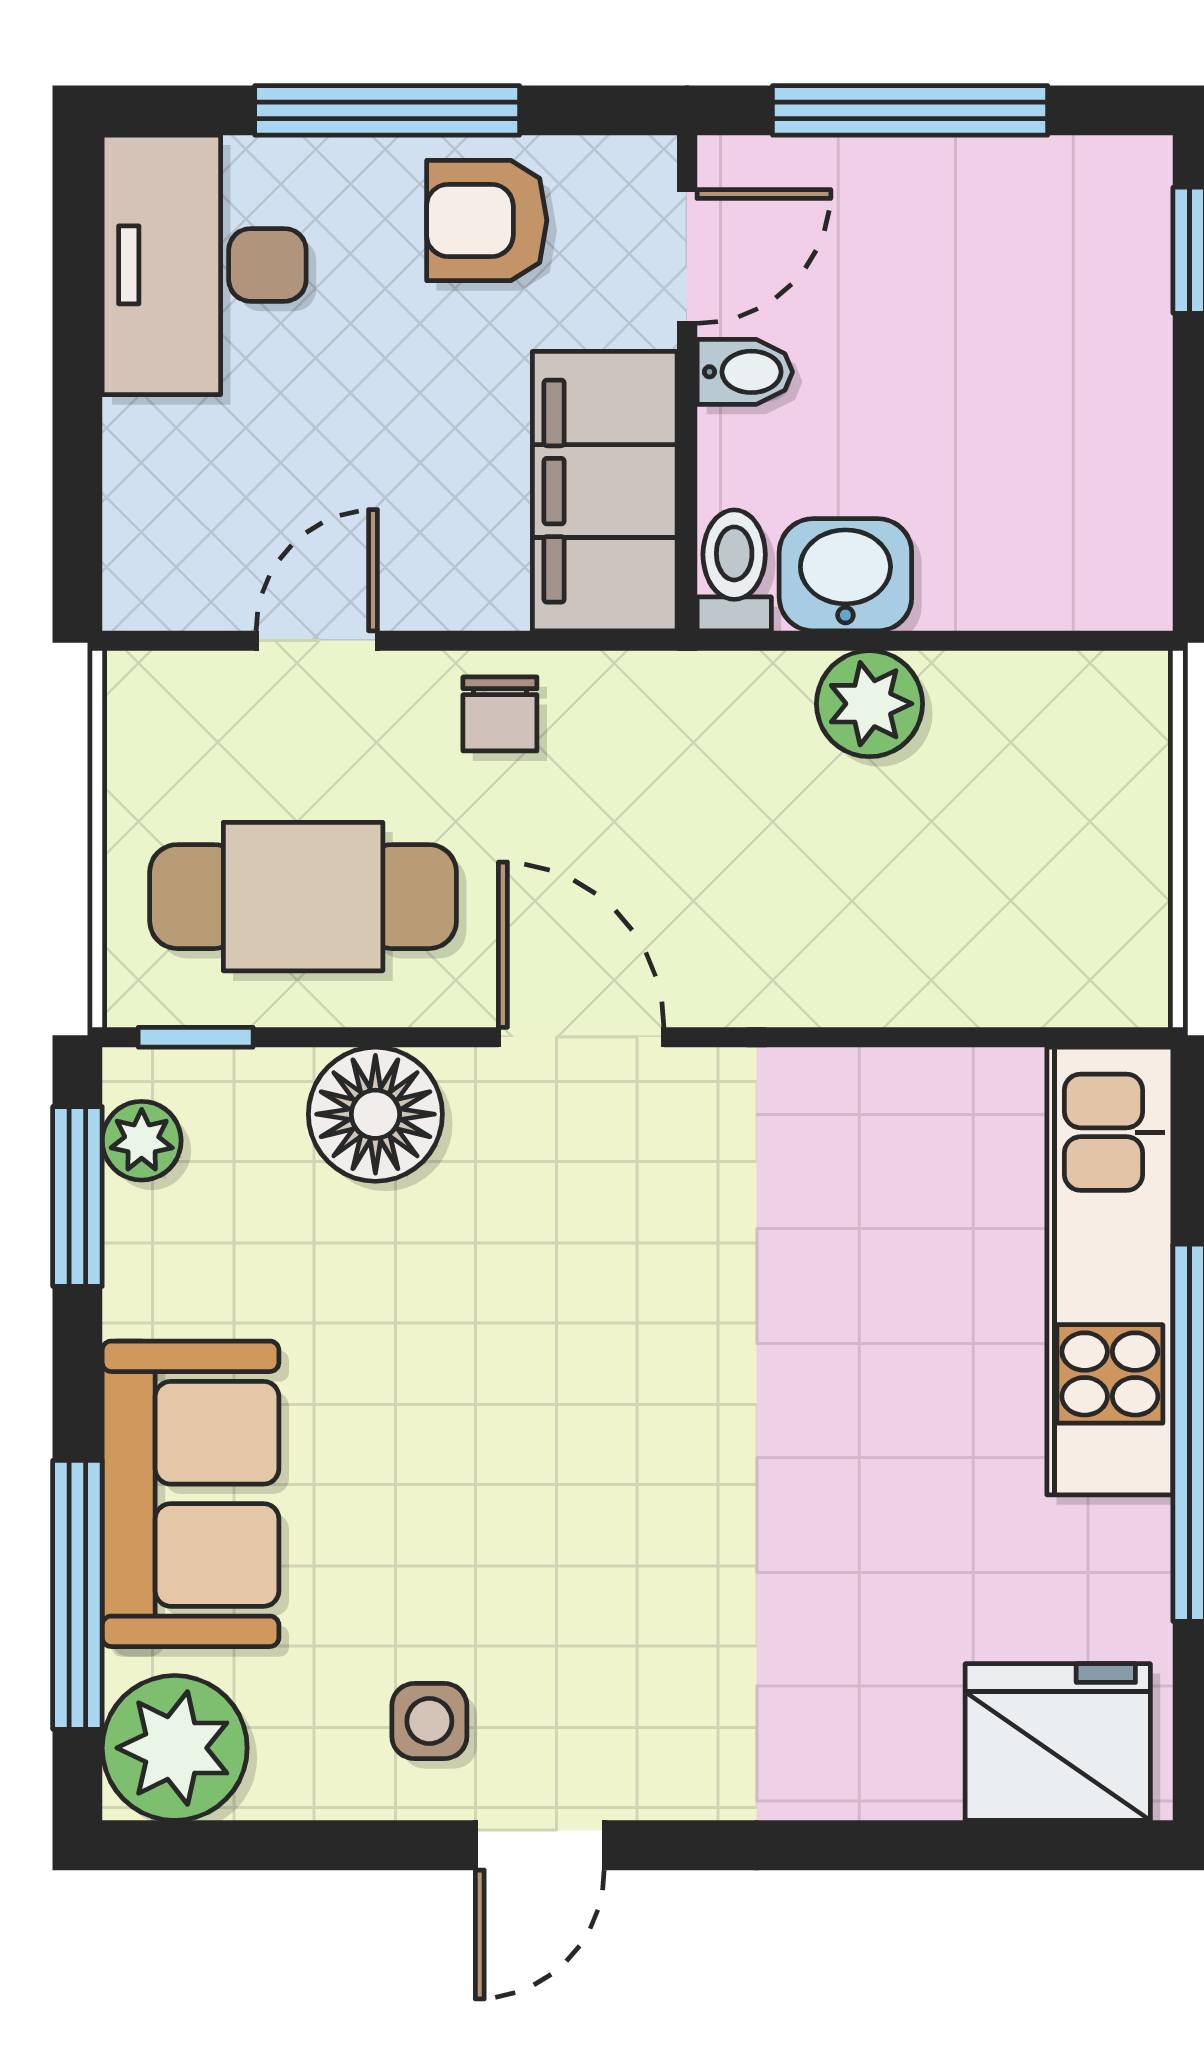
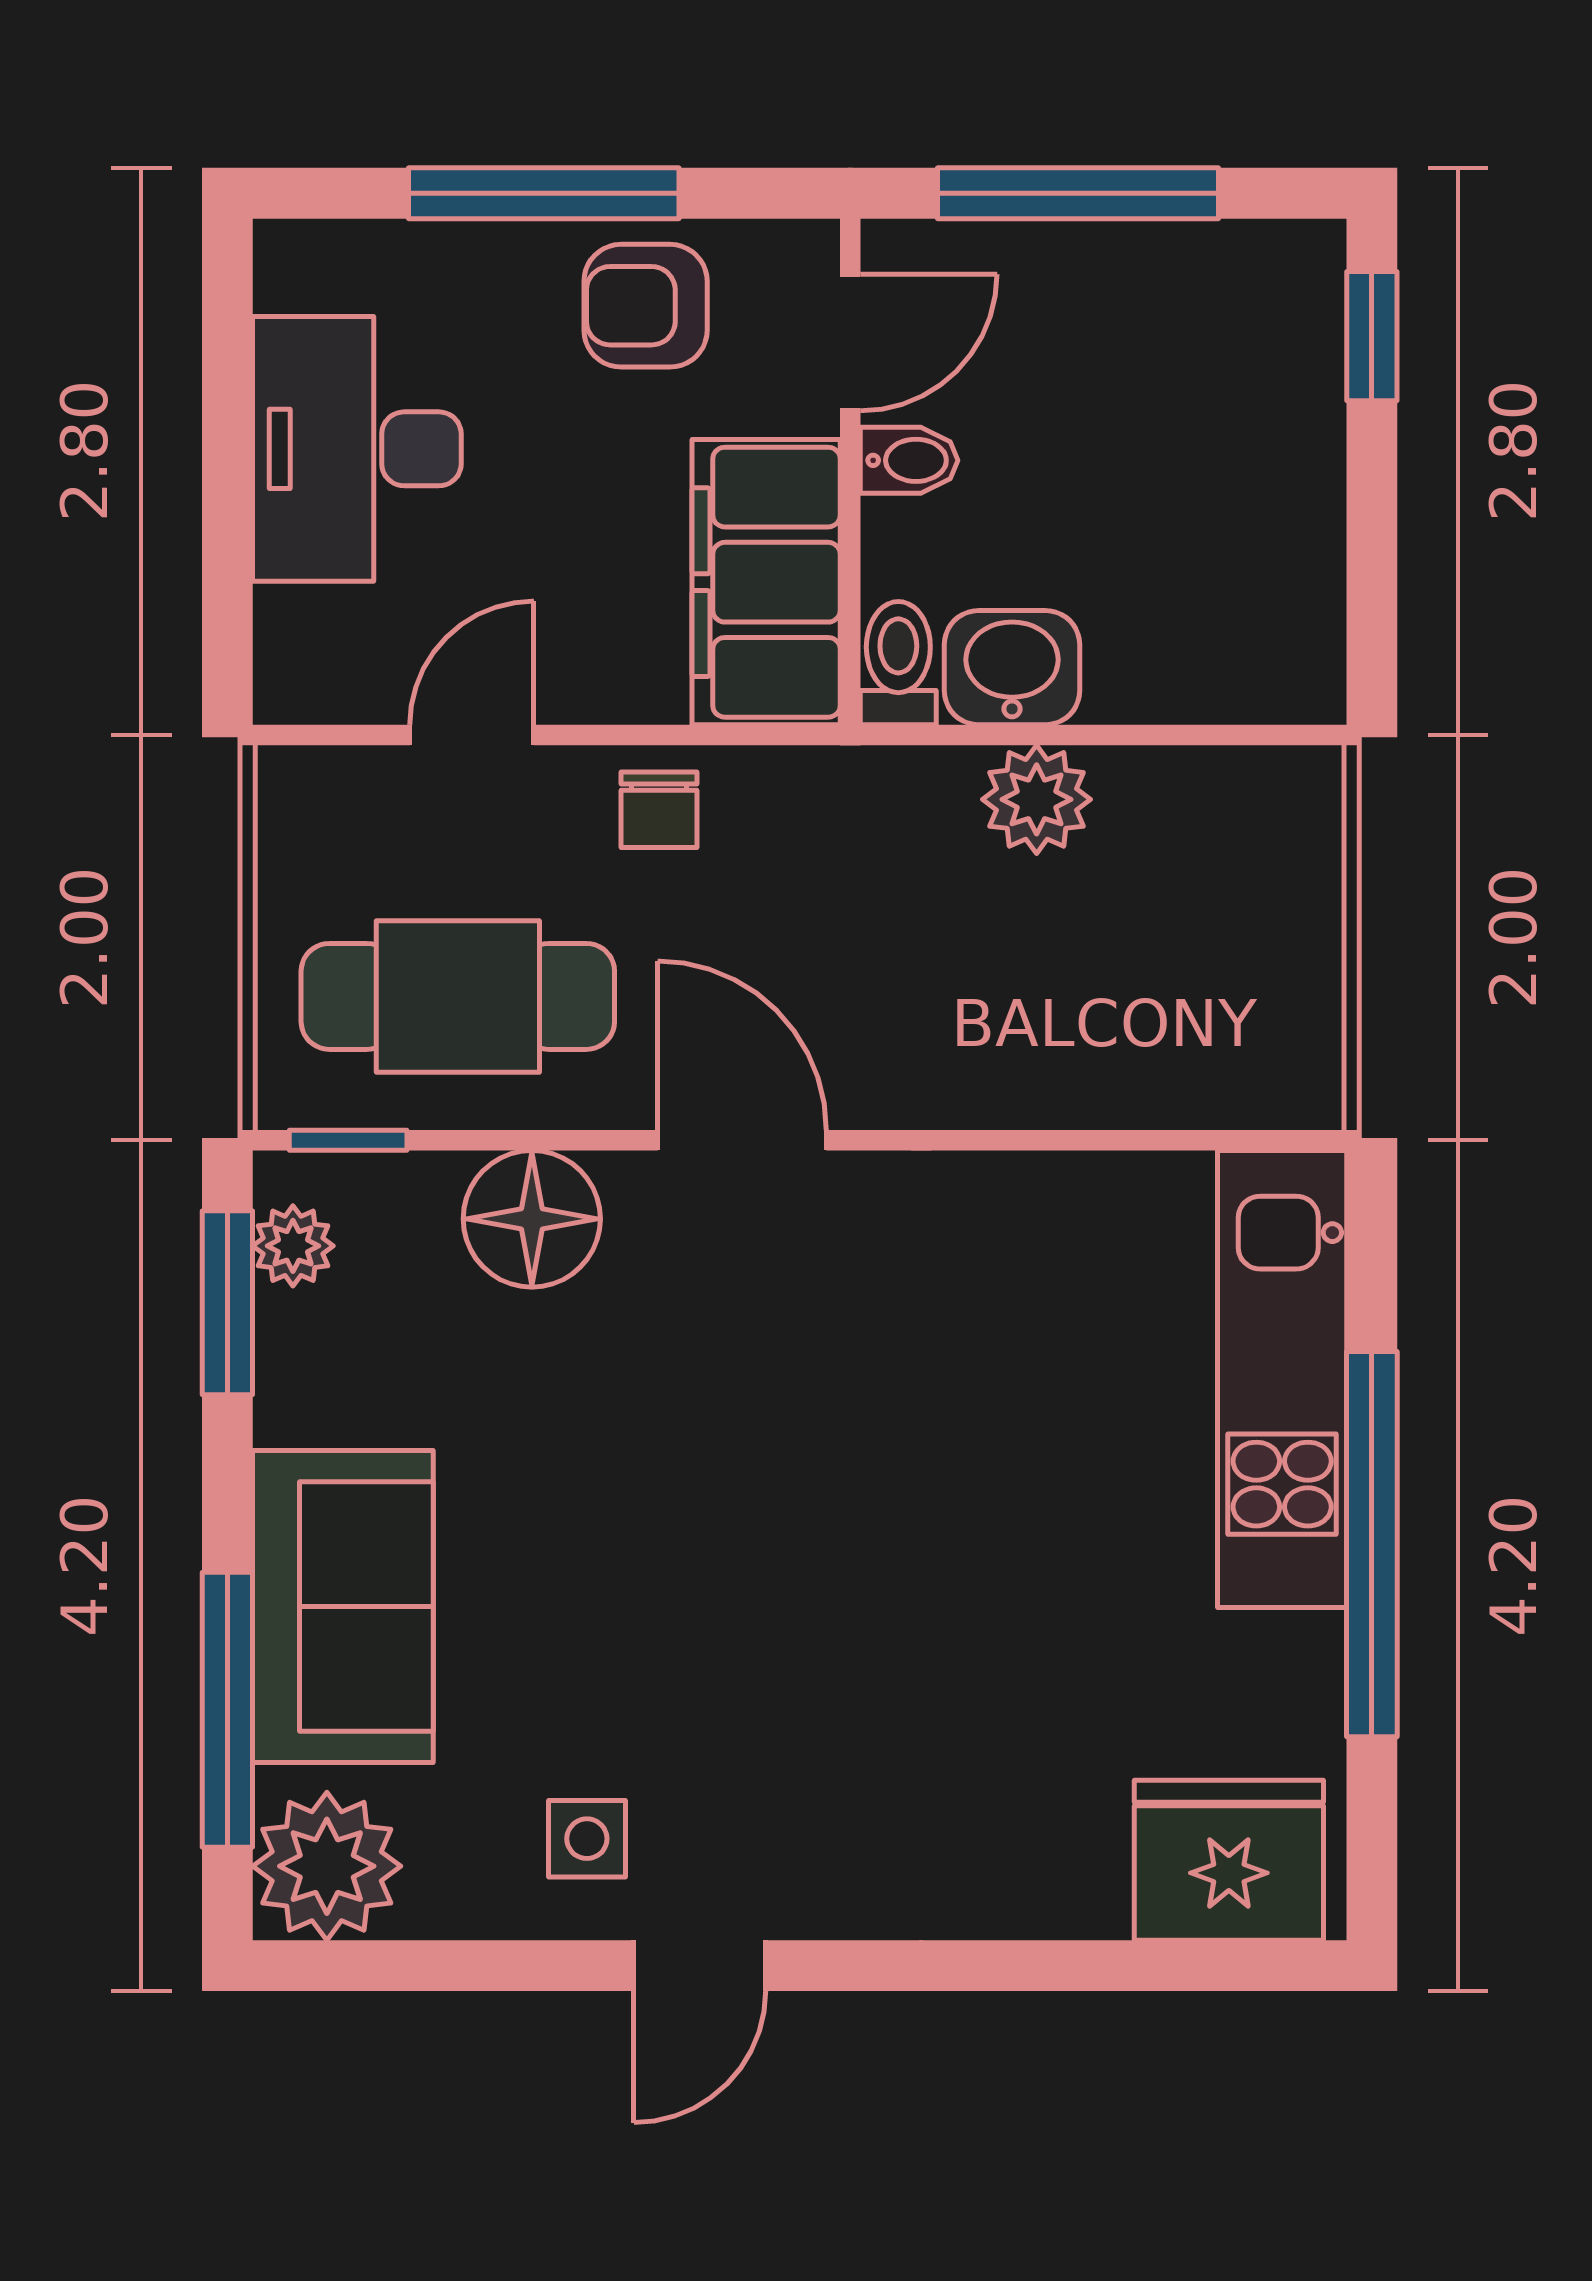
desk: (204, 265) -> (357, 449), moved

